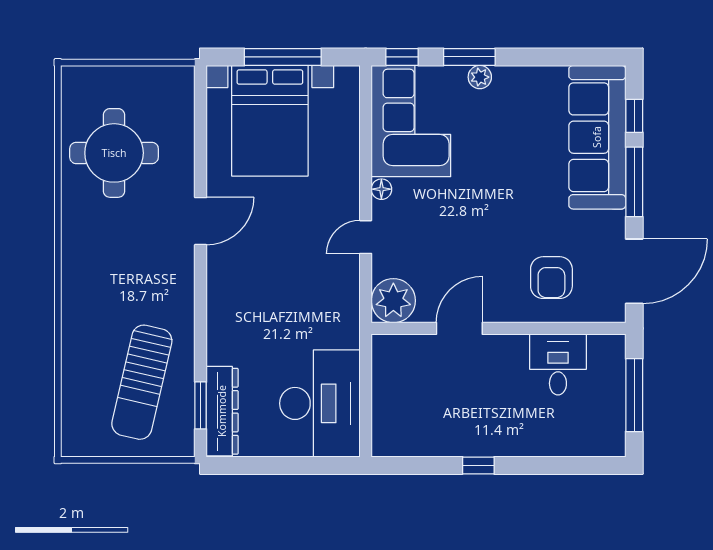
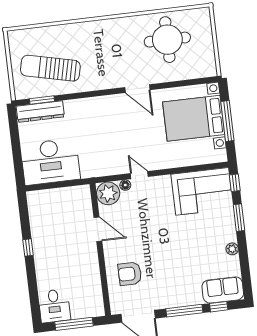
plant: (480, 77) -> (232, 249), moved
sofa: (597, 137) -> (223, 290), width x0.54, depth x0.79
floor lamp: (381, 189) -> (125, 185), moved
desk: (558, 364) -> (54, 306), moved, turned 90

